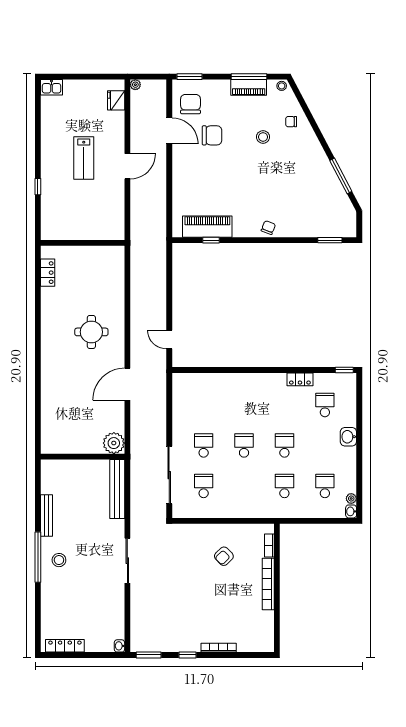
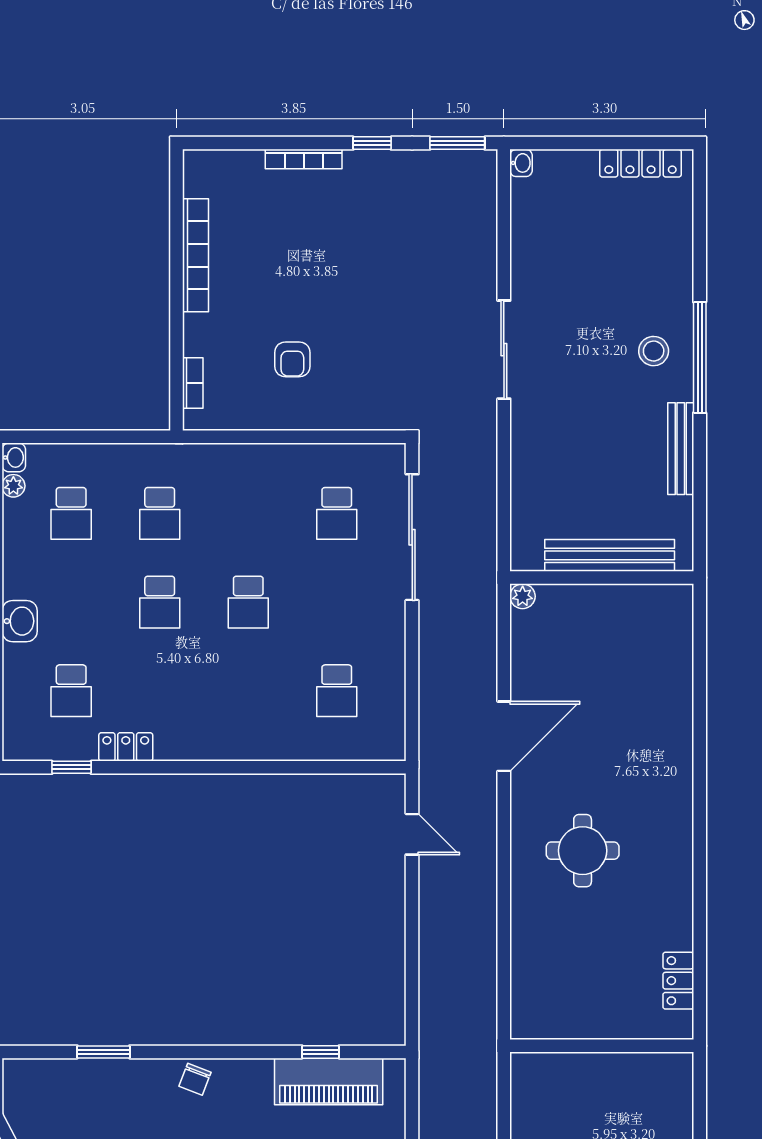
window: (330, 240) -> (103, 1052), moved
window: (344, 370) -> (71, 767), moved
plant: (114, 443) -> (523, 596), width x0.53, depth x0.53
school desk: (204, 445) -> (337, 691), moved
bench: (117, 489) -> (610, 555), moved, turned 90
armchair: (224, 556) -> (292, 359), turned 134
bookcase: (268, 584) -> (195, 255), moved

